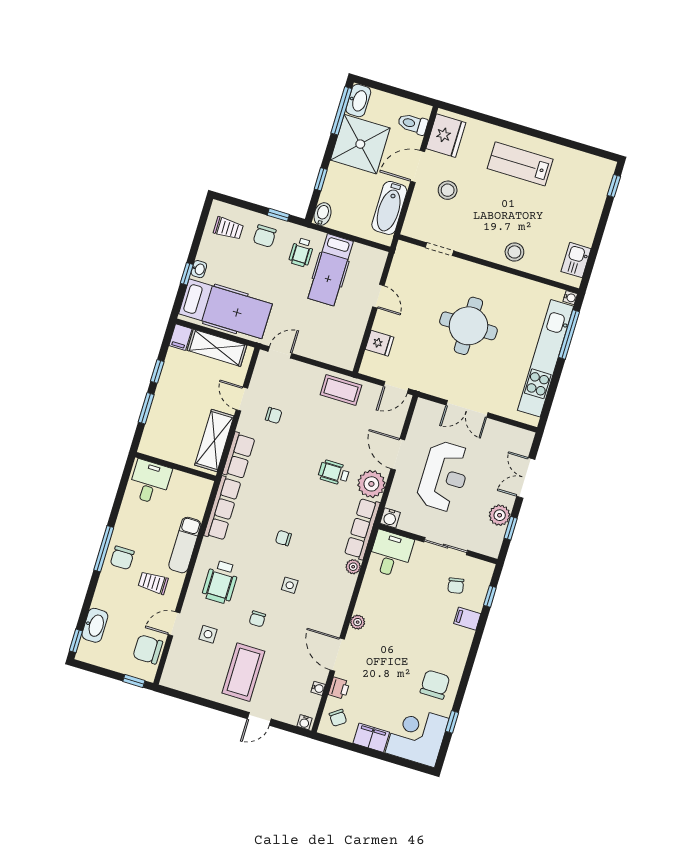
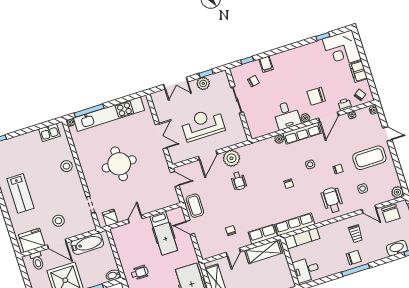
hospital bed: (331, 270) -> (164, 233), moved, turned 90
fridge: (380, 343) -> (110, 218), moved
door: (280, 352) -> (190, 227), moved
water cooler: (390, 518) -> (242, 137), removed
row of seats: (362, 529) -> (302, 133), moved
exam couch: (185, 545) -> (302, 238), moved
desk: (391, 554) -> (287, 115), moved, turned -90
wheelchair: (221, 582) -> (332, 200), turned -90
plant: (171, 678) -> (397, 192), added
chair: (435, 685) -> (316, 96), moved

